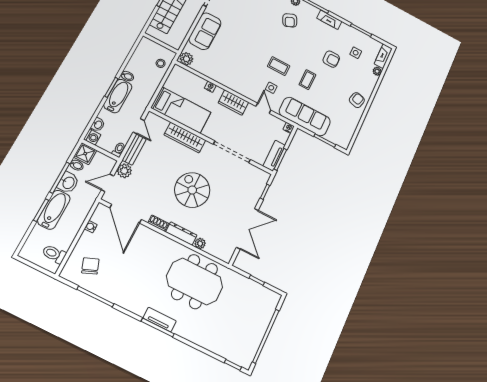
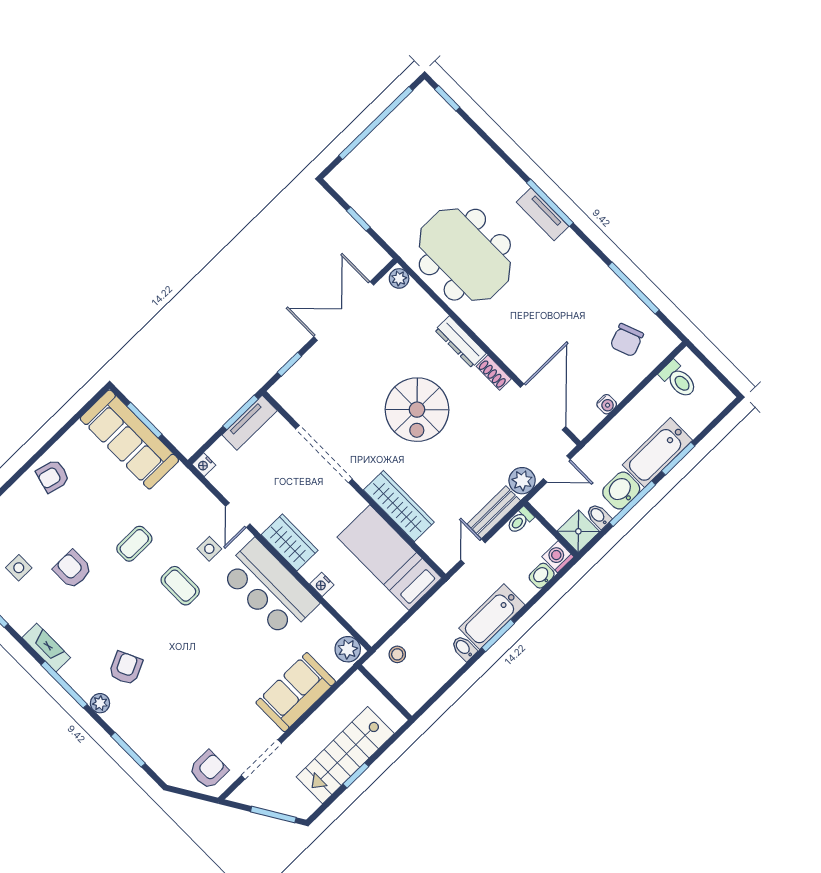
bar counter: (236, 77) -> (269, 588), added
sofa: (305, 116) -> (129, 439), moved
plant: (200, 243) -> (399, 278), moved

